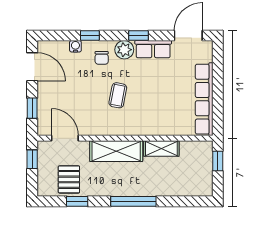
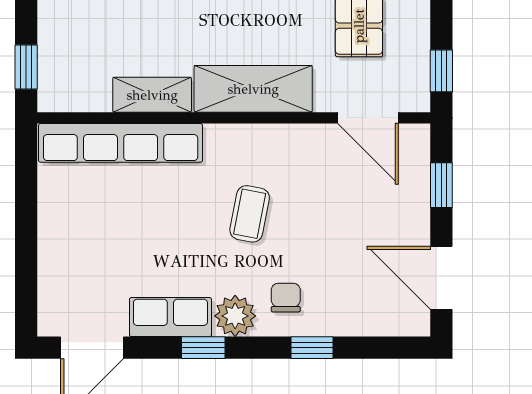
water cooler: (75, 46) -> (344, 324), removed
row of seats: (204, 99) -> (121, 143), moved, turned 90

